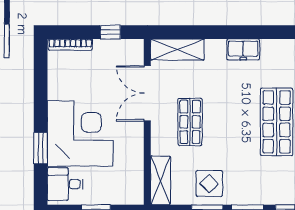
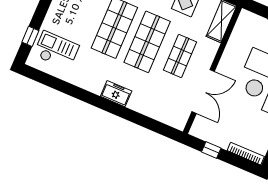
shelving: (177, 50) -> (166, 115), removed
shop shelf: (233, 122) -> (147, 42), added

